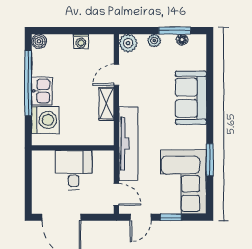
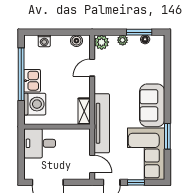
boiler: (39, 41) -> (76, 41), moved
washing machine: (81, 41) -> (44, 41), moved
sofa: (191, 98) -> (152, 105), moved
shelving: (106, 104) -> (84, 111), moved
desk: (74, 170) -> (40, 143), moved, turned -90

